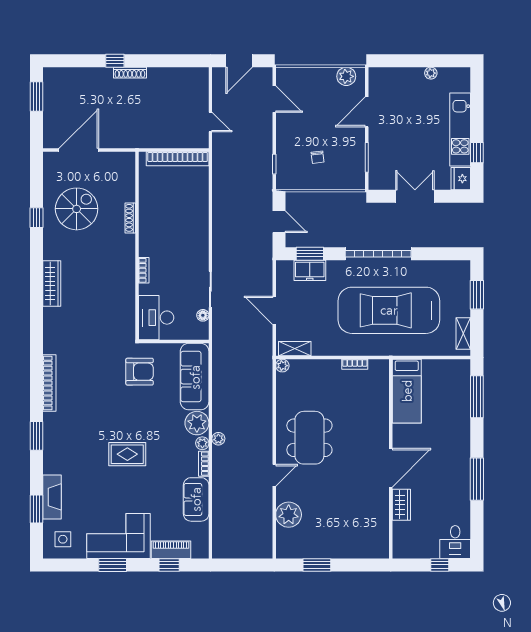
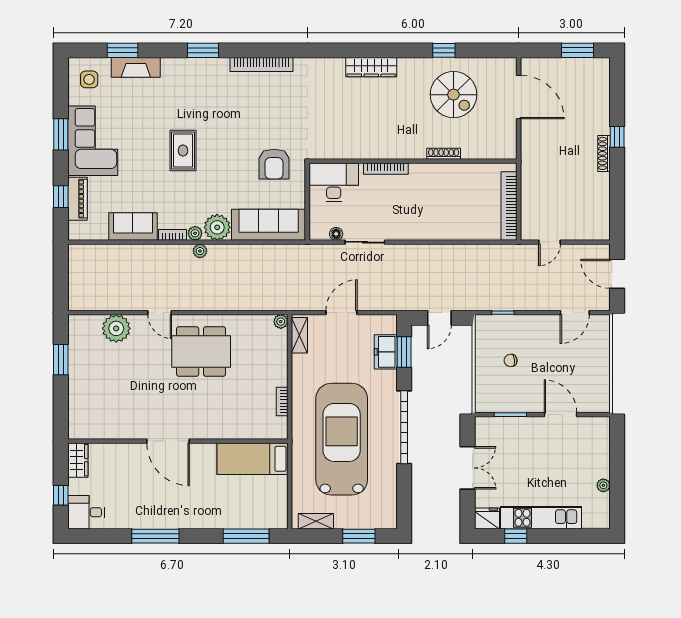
plant: (346, 76) -> (600, 392), removed
bookcase: (144, 270) -> (386, 169), width x1.56
wardrobe: (401, 505) -> (78, 460), moved, turned -90

